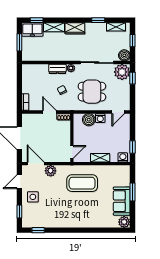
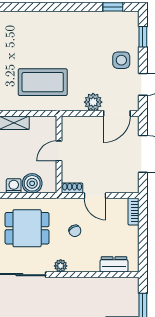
dresser: (57, 69) -> (114, 264), moved
door: (72, 152) -> (59, 151), moved
door: (36, 164) -> (117, 113), hinge flipped

